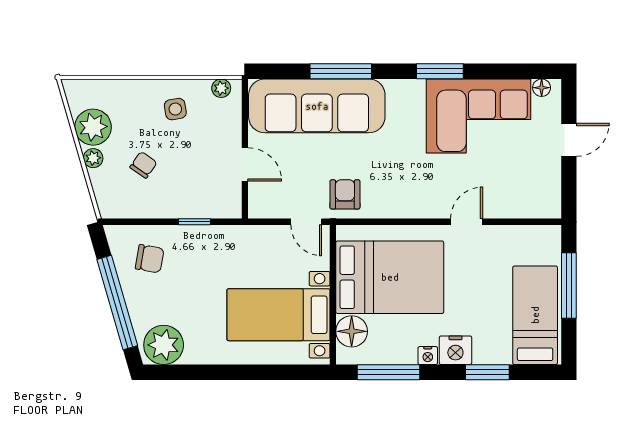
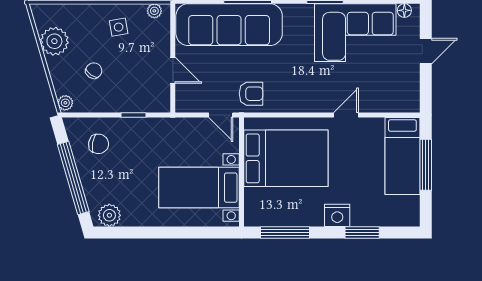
plant: (93, 158) -> (65, 103), moved
armchair: (345, 194) -> (251, 94), turned 90
bed: (535, 315) -> (402, 156), moved, turned 180
floor lamp: (352, 331) -> (256, 201), removed
plant: (164, 345) -> (109, 215), width x0.73, depth x0.73
nightstand: (428, 356) -> (316, 219), removed

